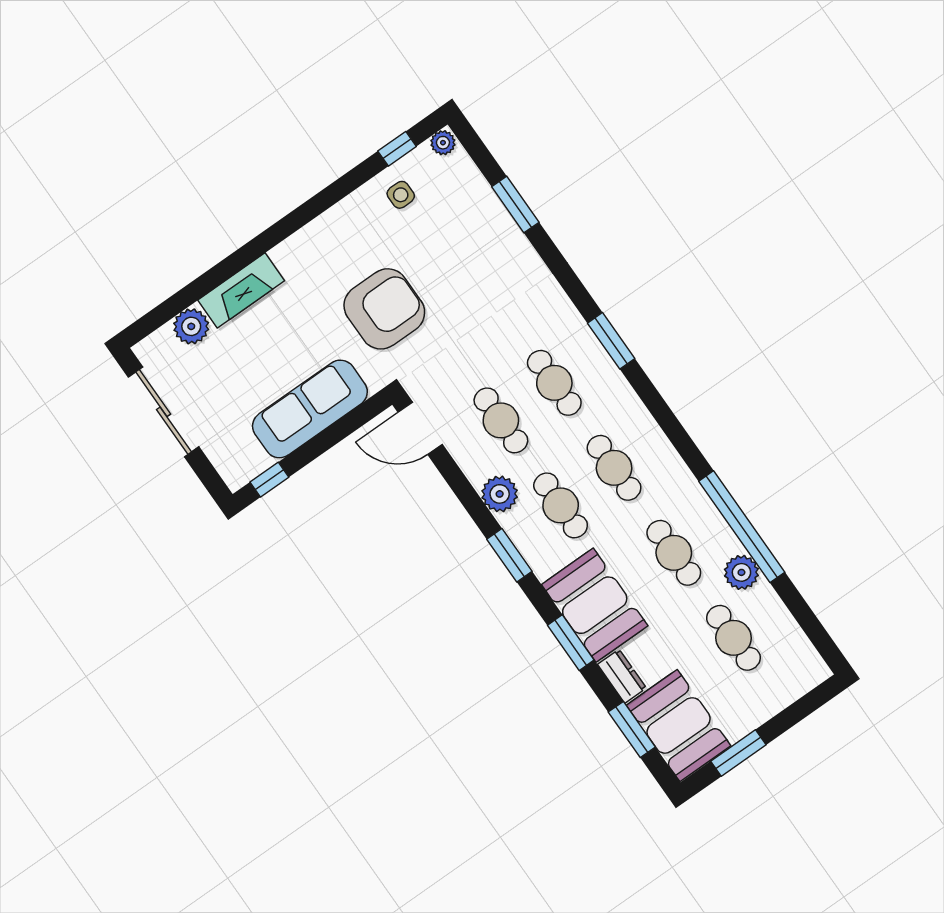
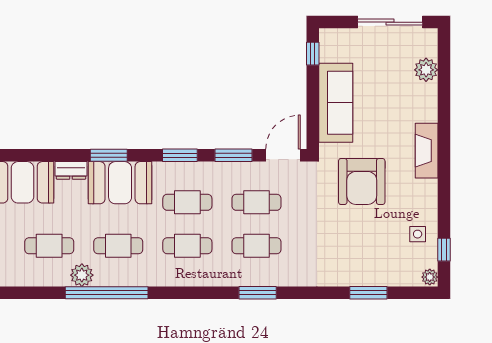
fireplace: (241, 290) -> (427, 151), moved
plant: (500, 494) -> (217, 173), removed
window: (632, 730) -> (233, 155), moved

